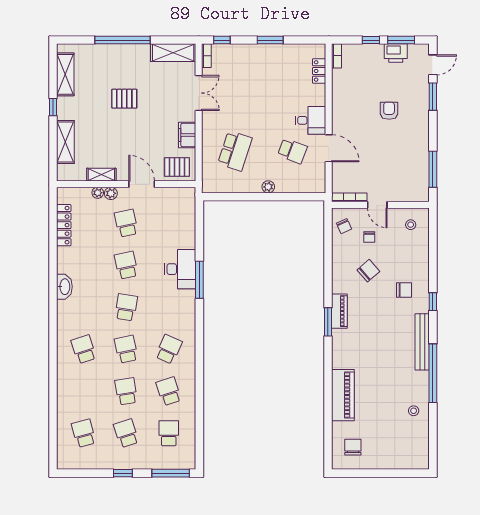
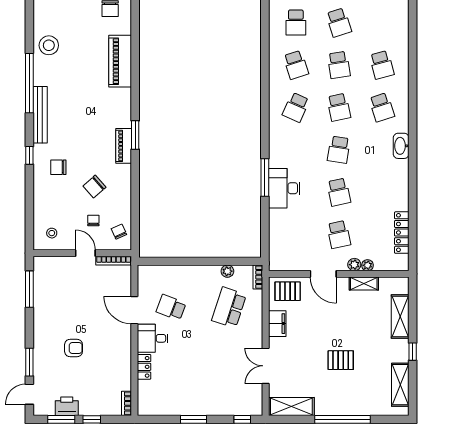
bookcase: (206, 56) -> (258, 277), moved
locker: (319, 71) -> (144, 367), moved
armchair: (389, 111) -> (74, 348), turned -90
plant: (268, 187) -> (227, 271), moved
washbasin: (64, 287) -> (401, 146), moved
stool: (414, 411) -> (49, 45), width x1.89, depth x1.89
school desk: (84, 433) -> (382, 65), moved

